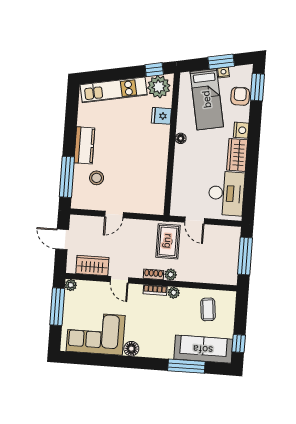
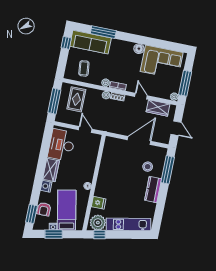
door: (114, 214) -> (139, 140), width x1.87
rug: (168, 241) -> (76, 99), moved

